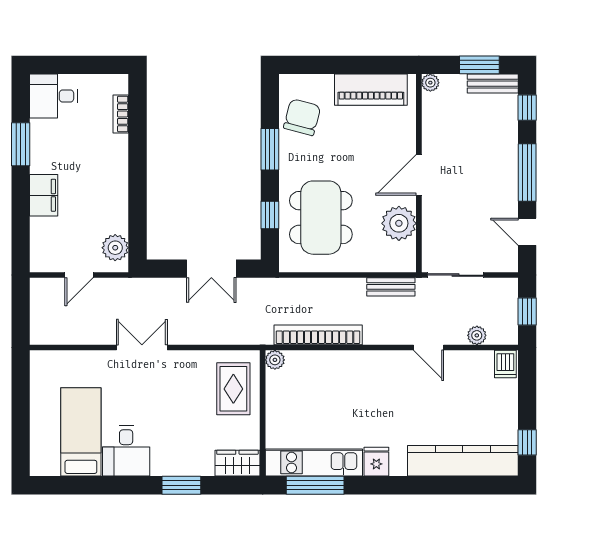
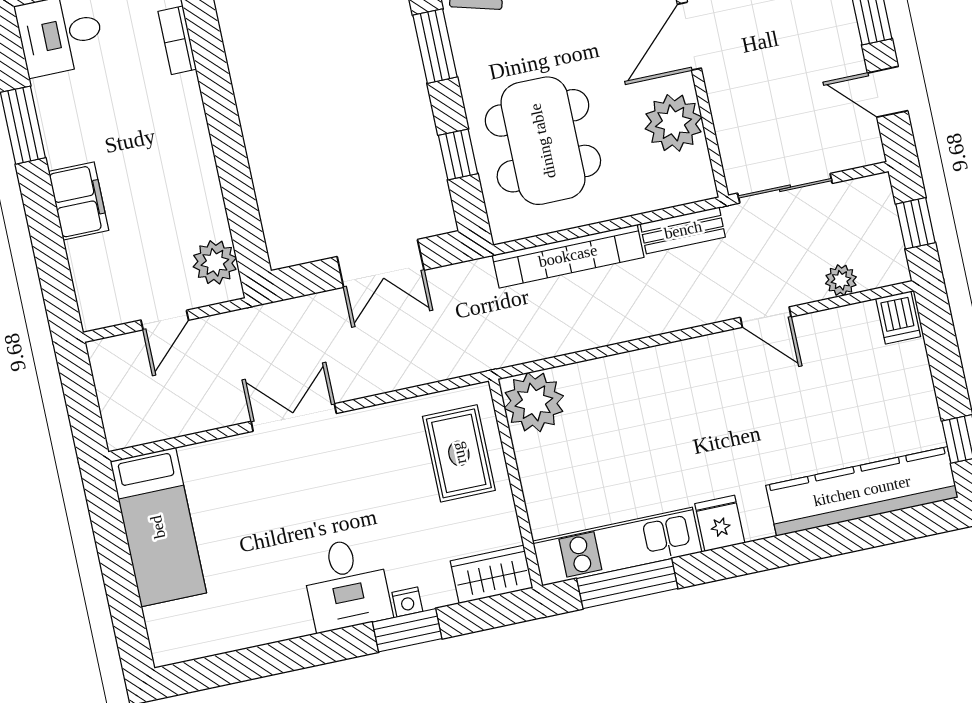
bookcase: (318, 335) -> (568, 256), moved, turned 180
plant: (275, 360) -> (534, 402), width x1.87, depth x1.87
bed: (81, 432) -> (158, 527), moved, turned 180
desk: (126, 451) -> (346, 584), moved
nightstand: (185, 469) -> (407, 602), added

